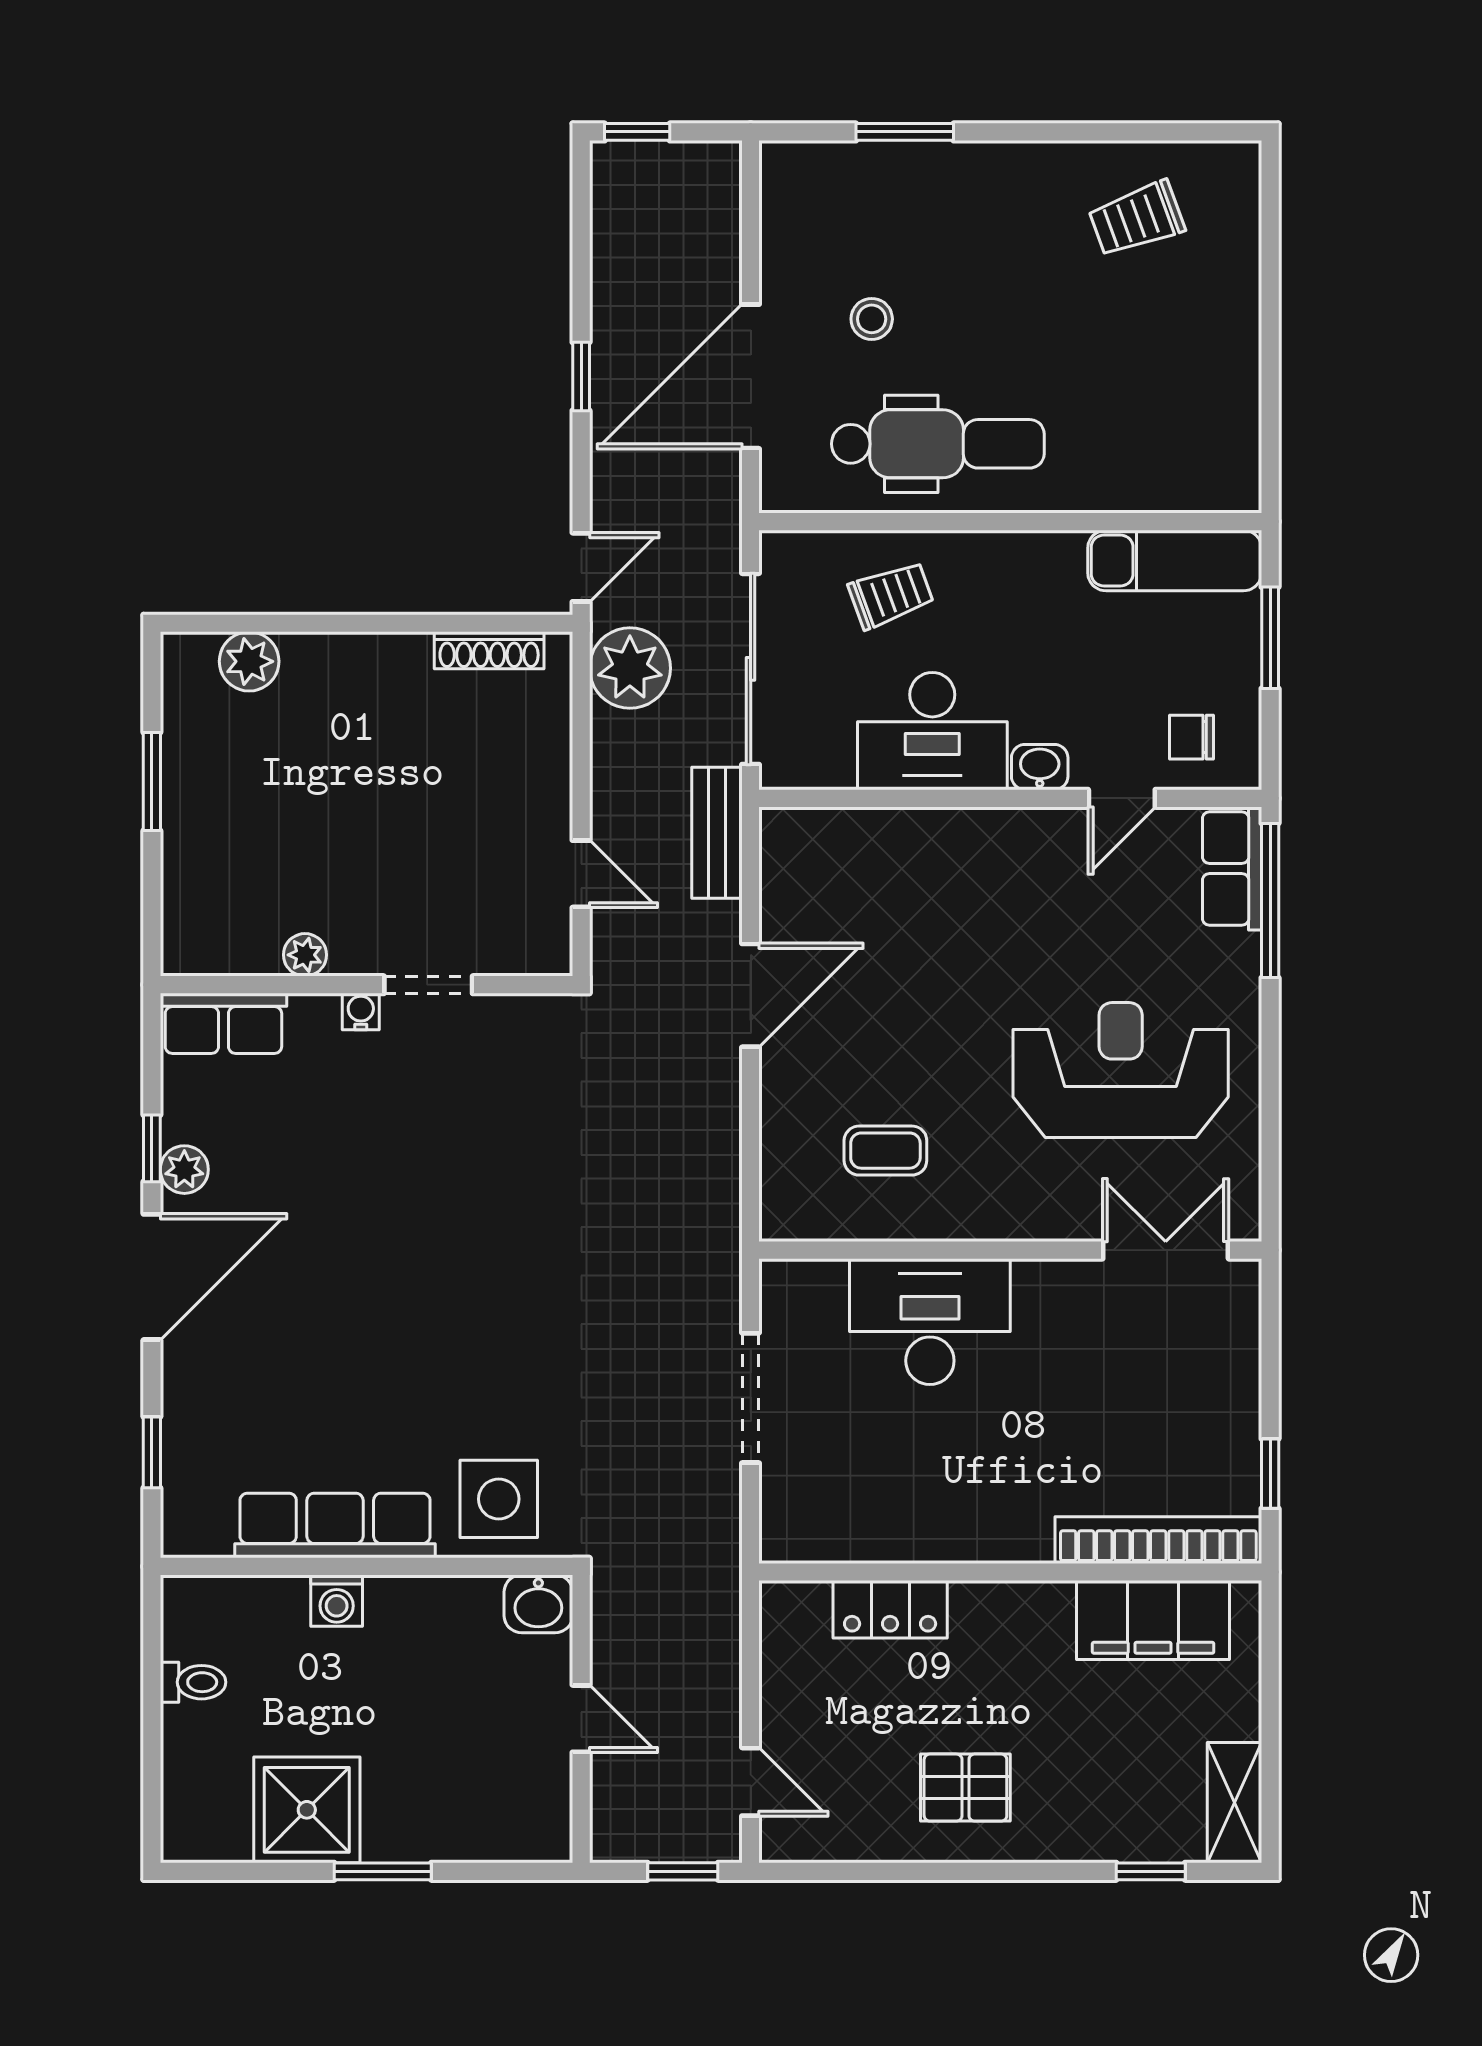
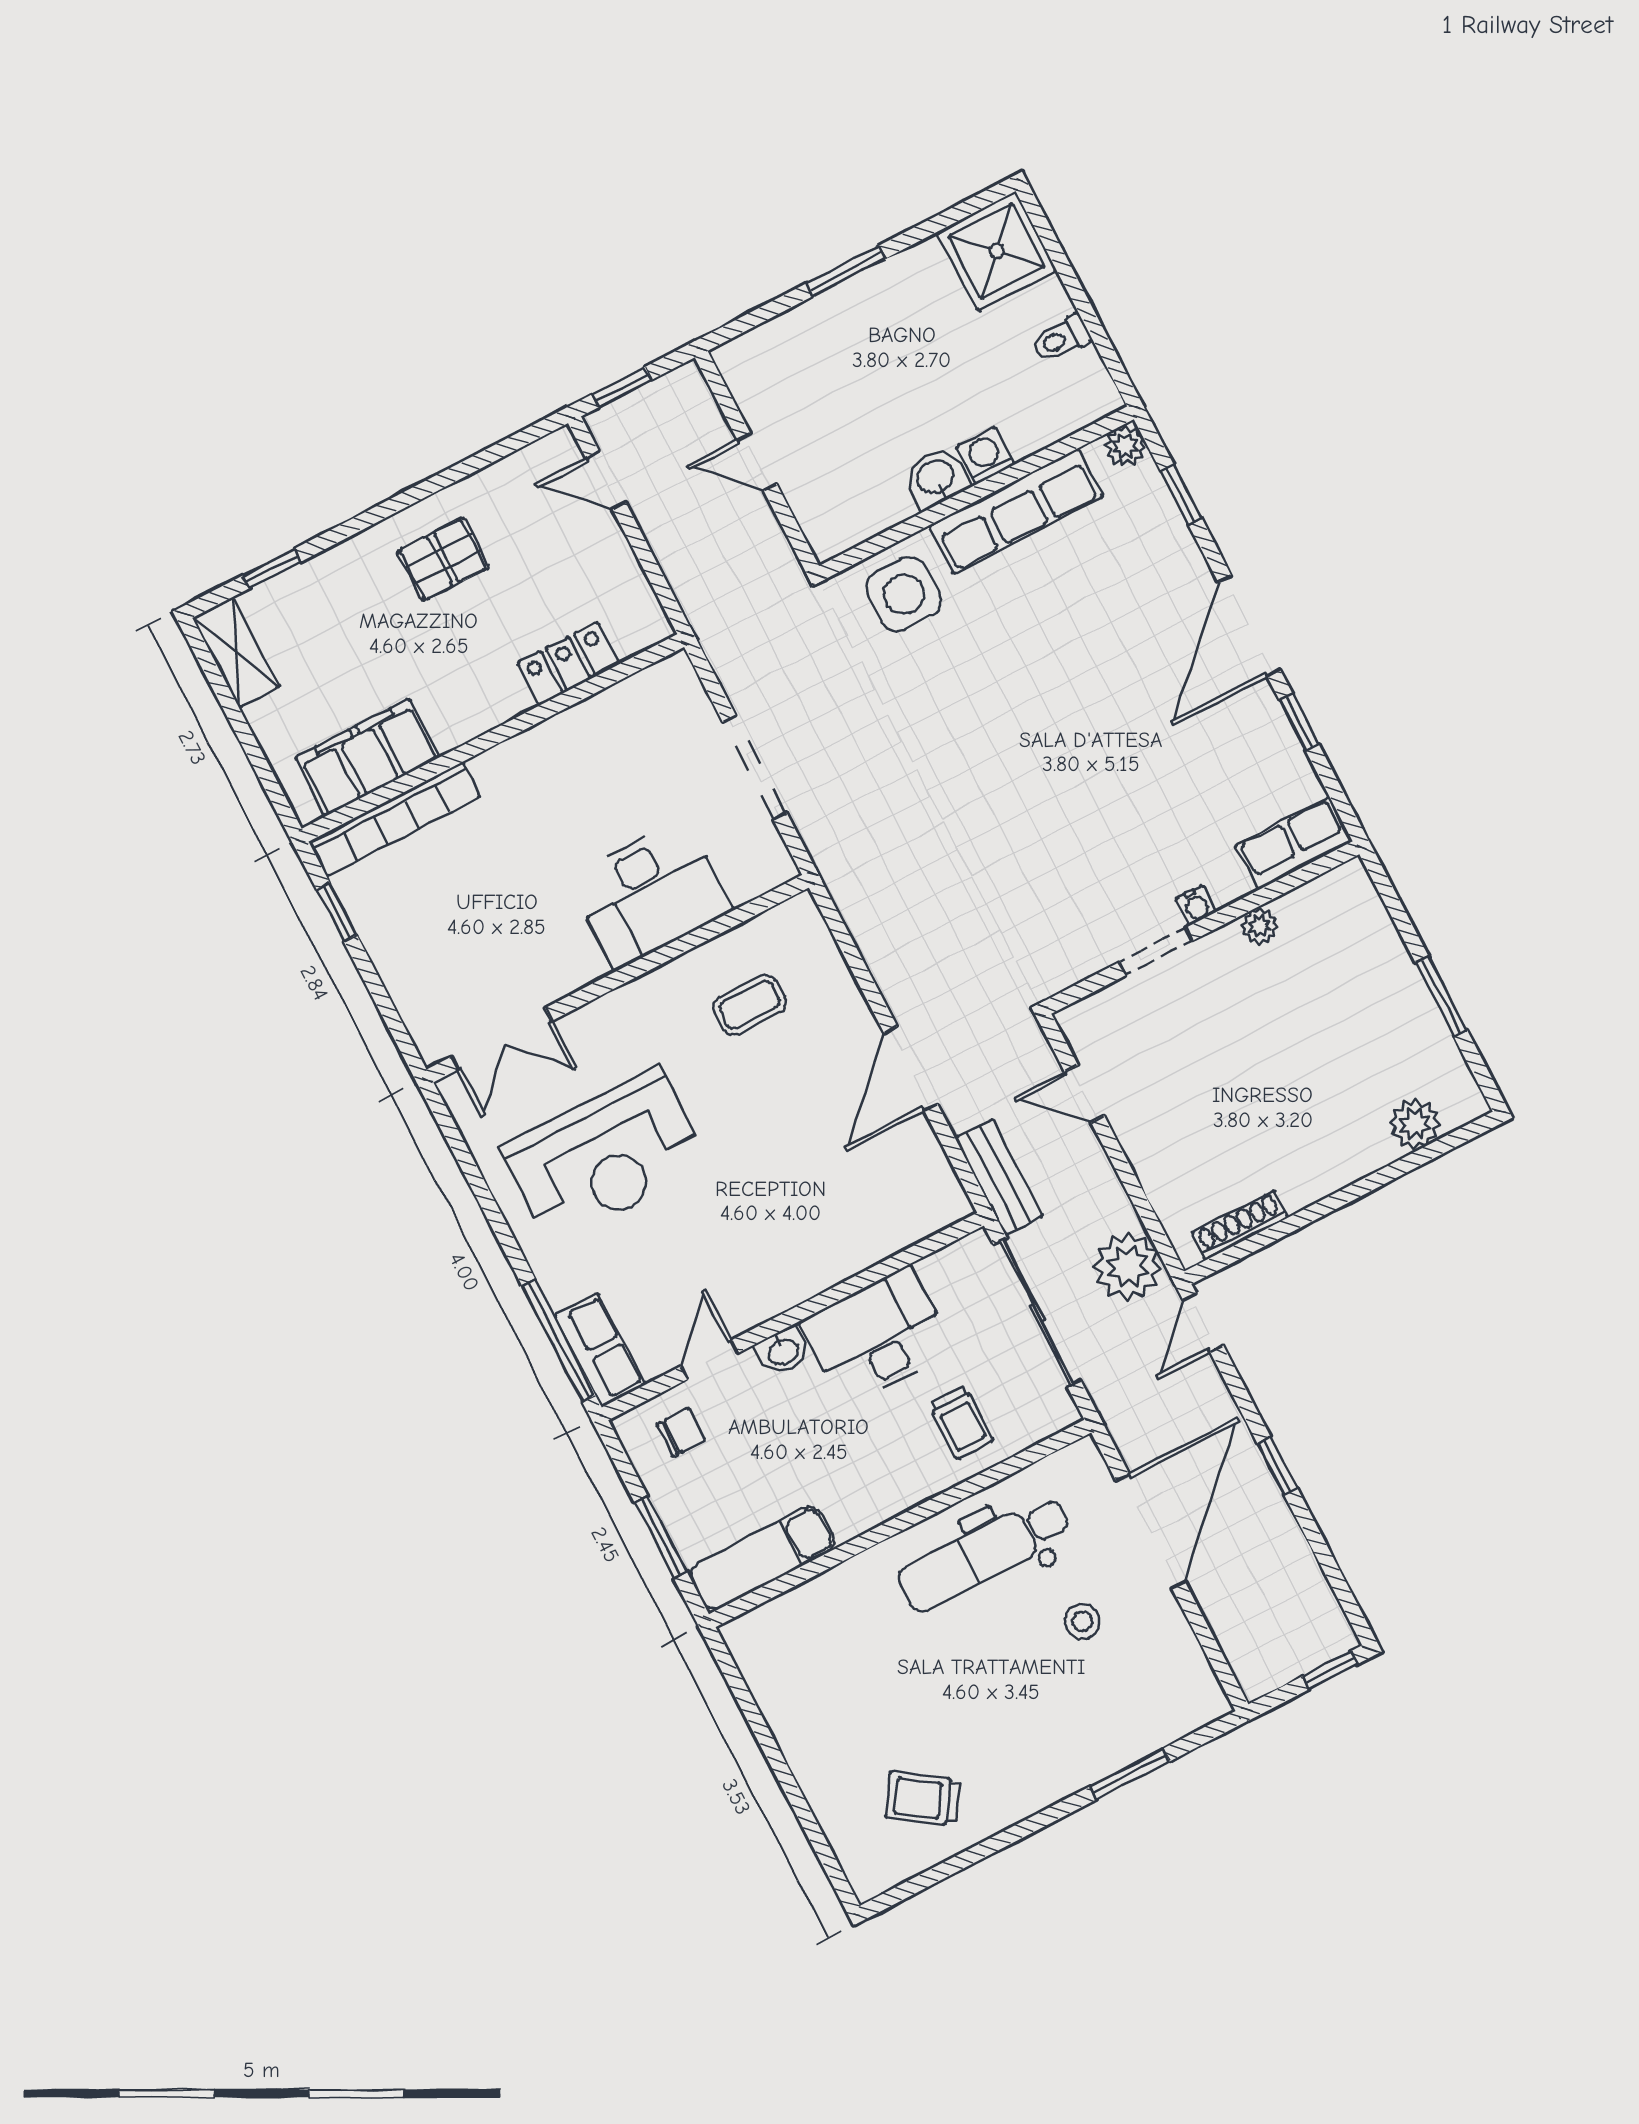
trolley: (1137, 219) -> (923, 1799), turned -126
trolley: (891, 595) -> (961, 1422), turned -70
plant: (184, 1170) -> (1125, 446), moved
washbasin: (538, 1604) -> (936, 478), moved
shower: (307, 1810) -> (997, 251), moved

